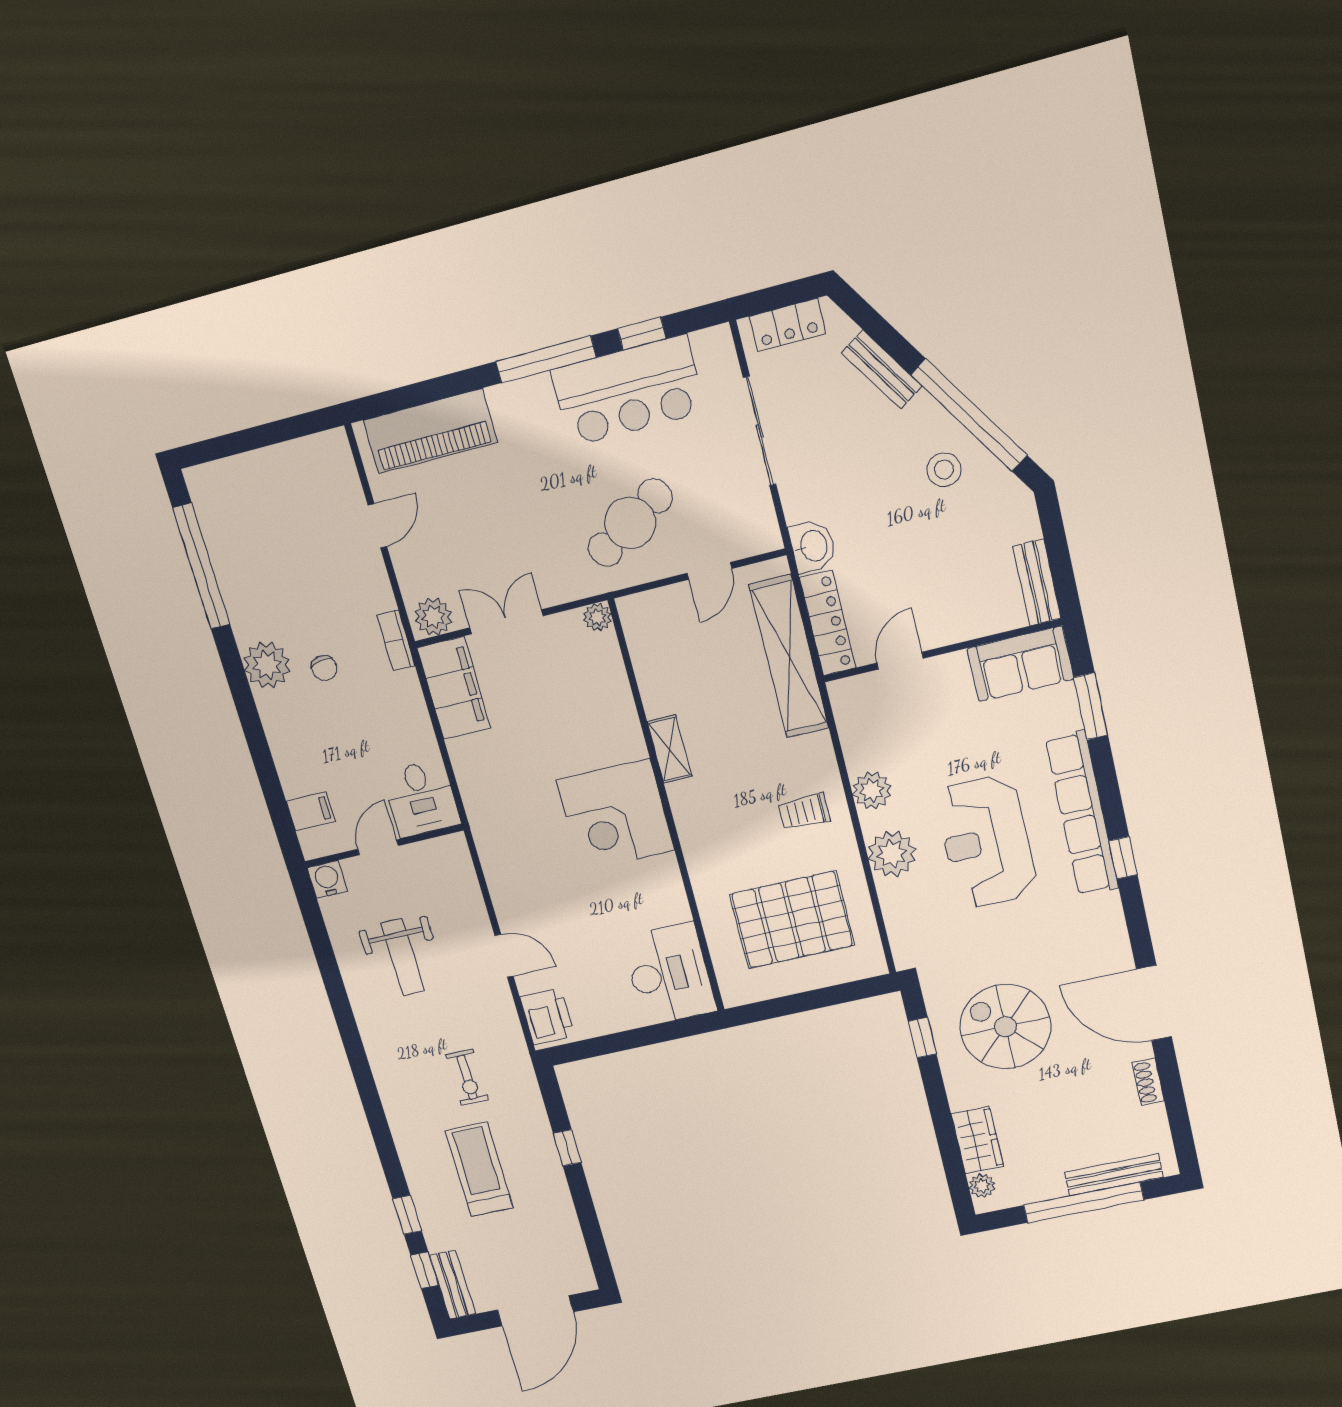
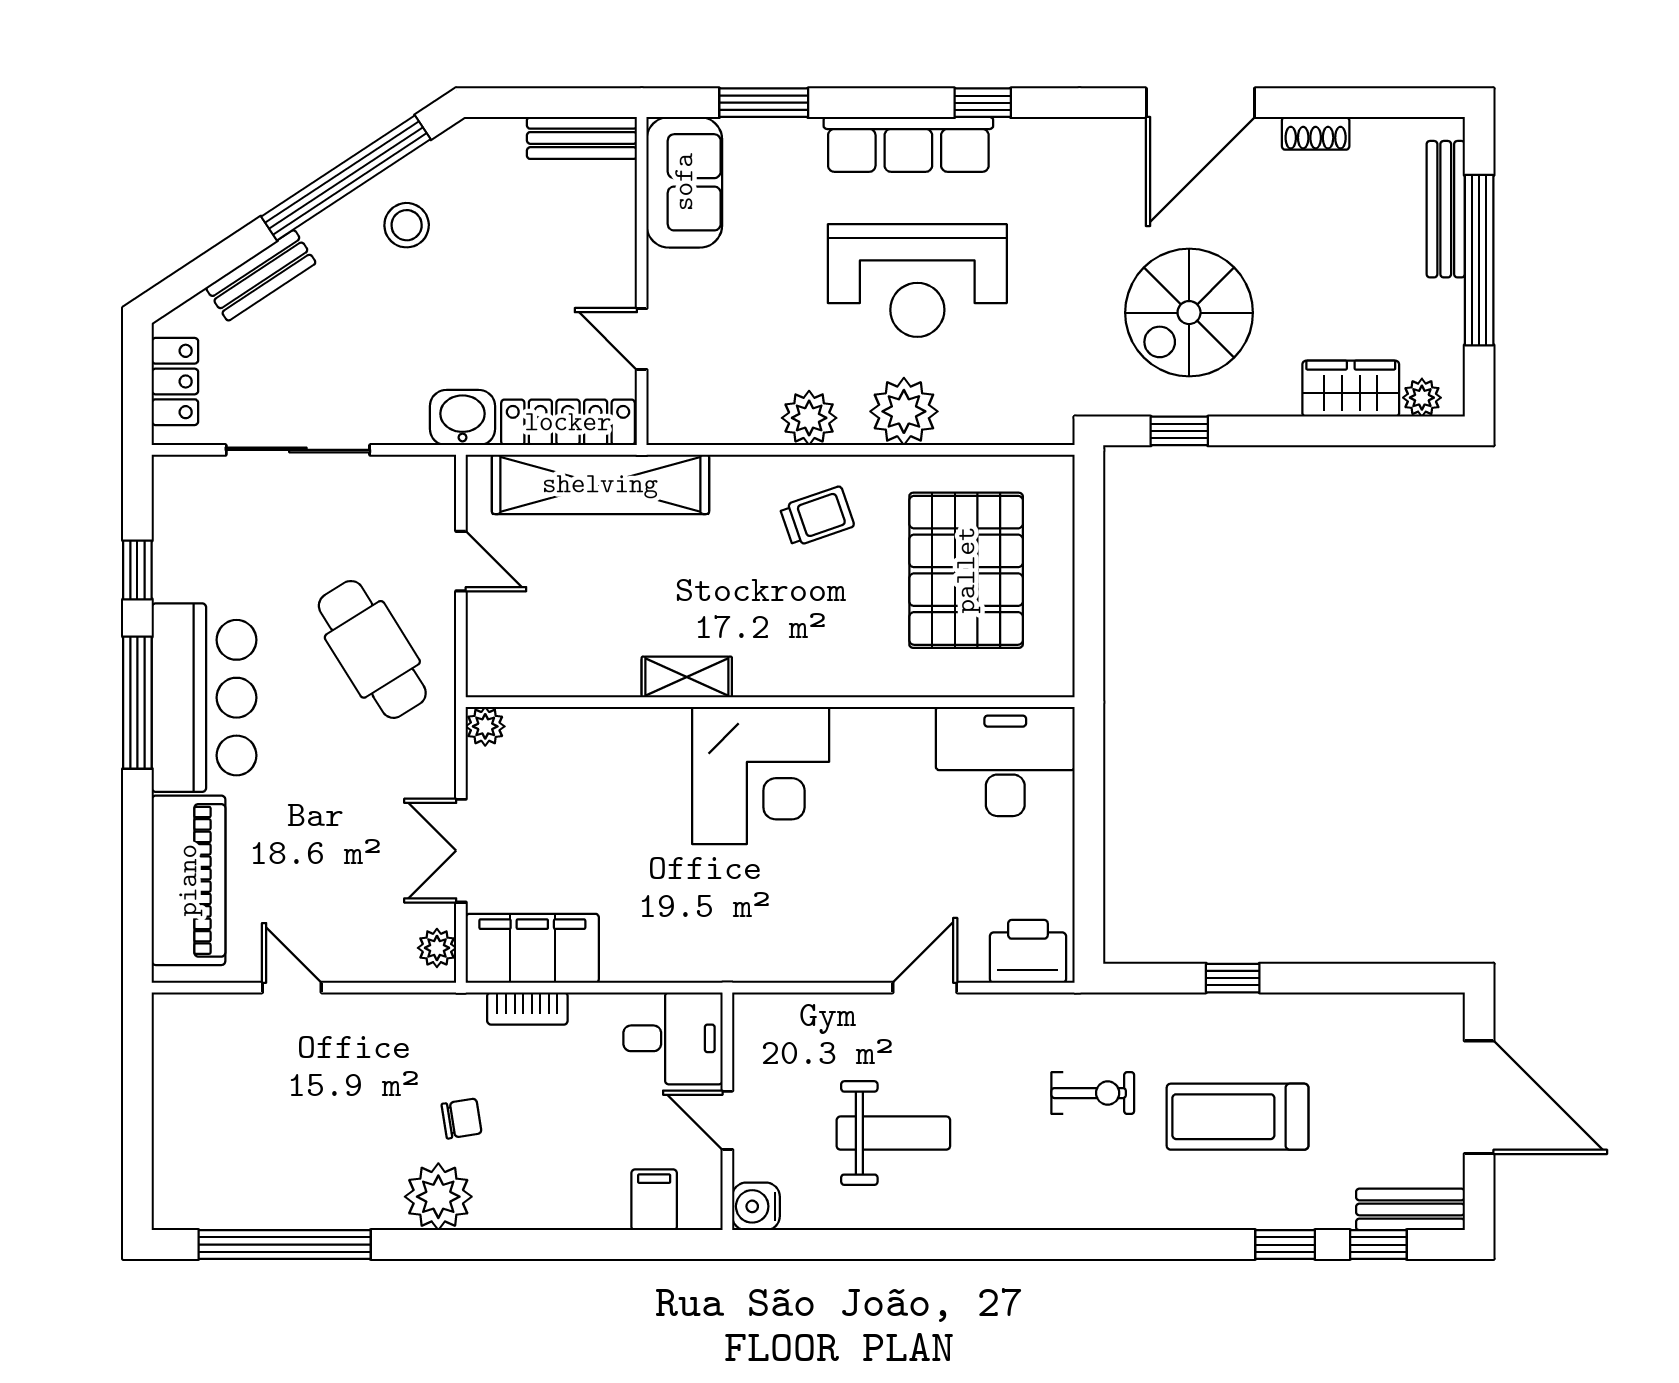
bar counter: (628, 391) -> (204, 698), moved
plant: (433, 617) -> (437, 948), width x0.73, depth x0.73
bookcase: (396, 640) -> (527, 1008), moved
trolley: (804, 812) -> (817, 516), turned -109
row of seats: (1082, 814) -> (908, 144), width x0.73

